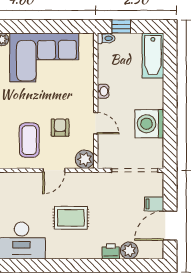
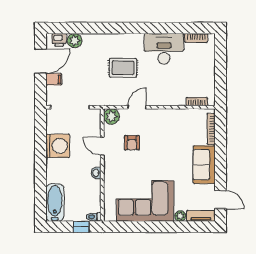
coffee table: (29, 140) -> (158, 132), removed
printer: (111, 251) -> (59, 40), moved

